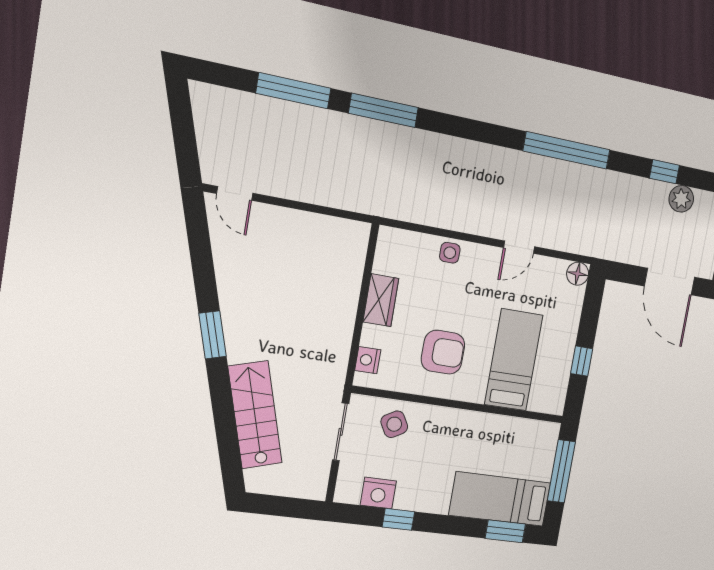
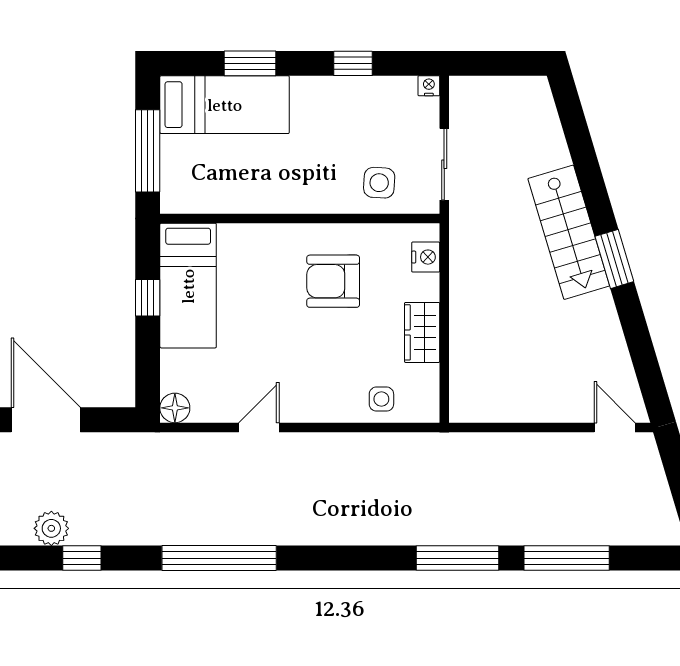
side table: (450, 253) -> (381, 399), moved
bed: (514, 360) -> (188, 286), moved
stairs: (255, 415) -> (569, 232), moved
side table: (394, 424) -> (379, 183), turned 32
nightstand: (378, 493) -> (429, 86), moved, width x0.53, depth x0.56
window: (505, 531) -> (250, 63), moved

